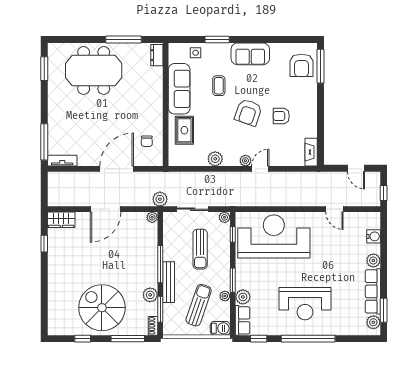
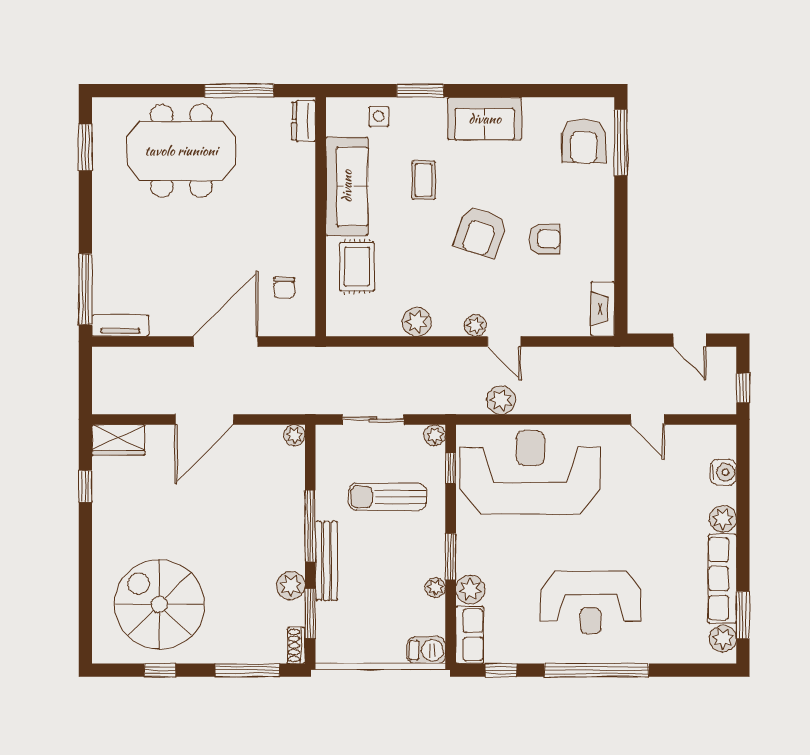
armchair: (281, 116) -> (545, 239), turned 180
door: (260, 169) -> (504, 341), swing flipped
plant: (160, 199) -> (501, 400), moved
sun lounger: (200, 249) -> (388, 497), turned 90
sun lounger: (199, 305) -> (385, 605), removed
spiral stairs: (102, 308) -> (159, 604), moved

